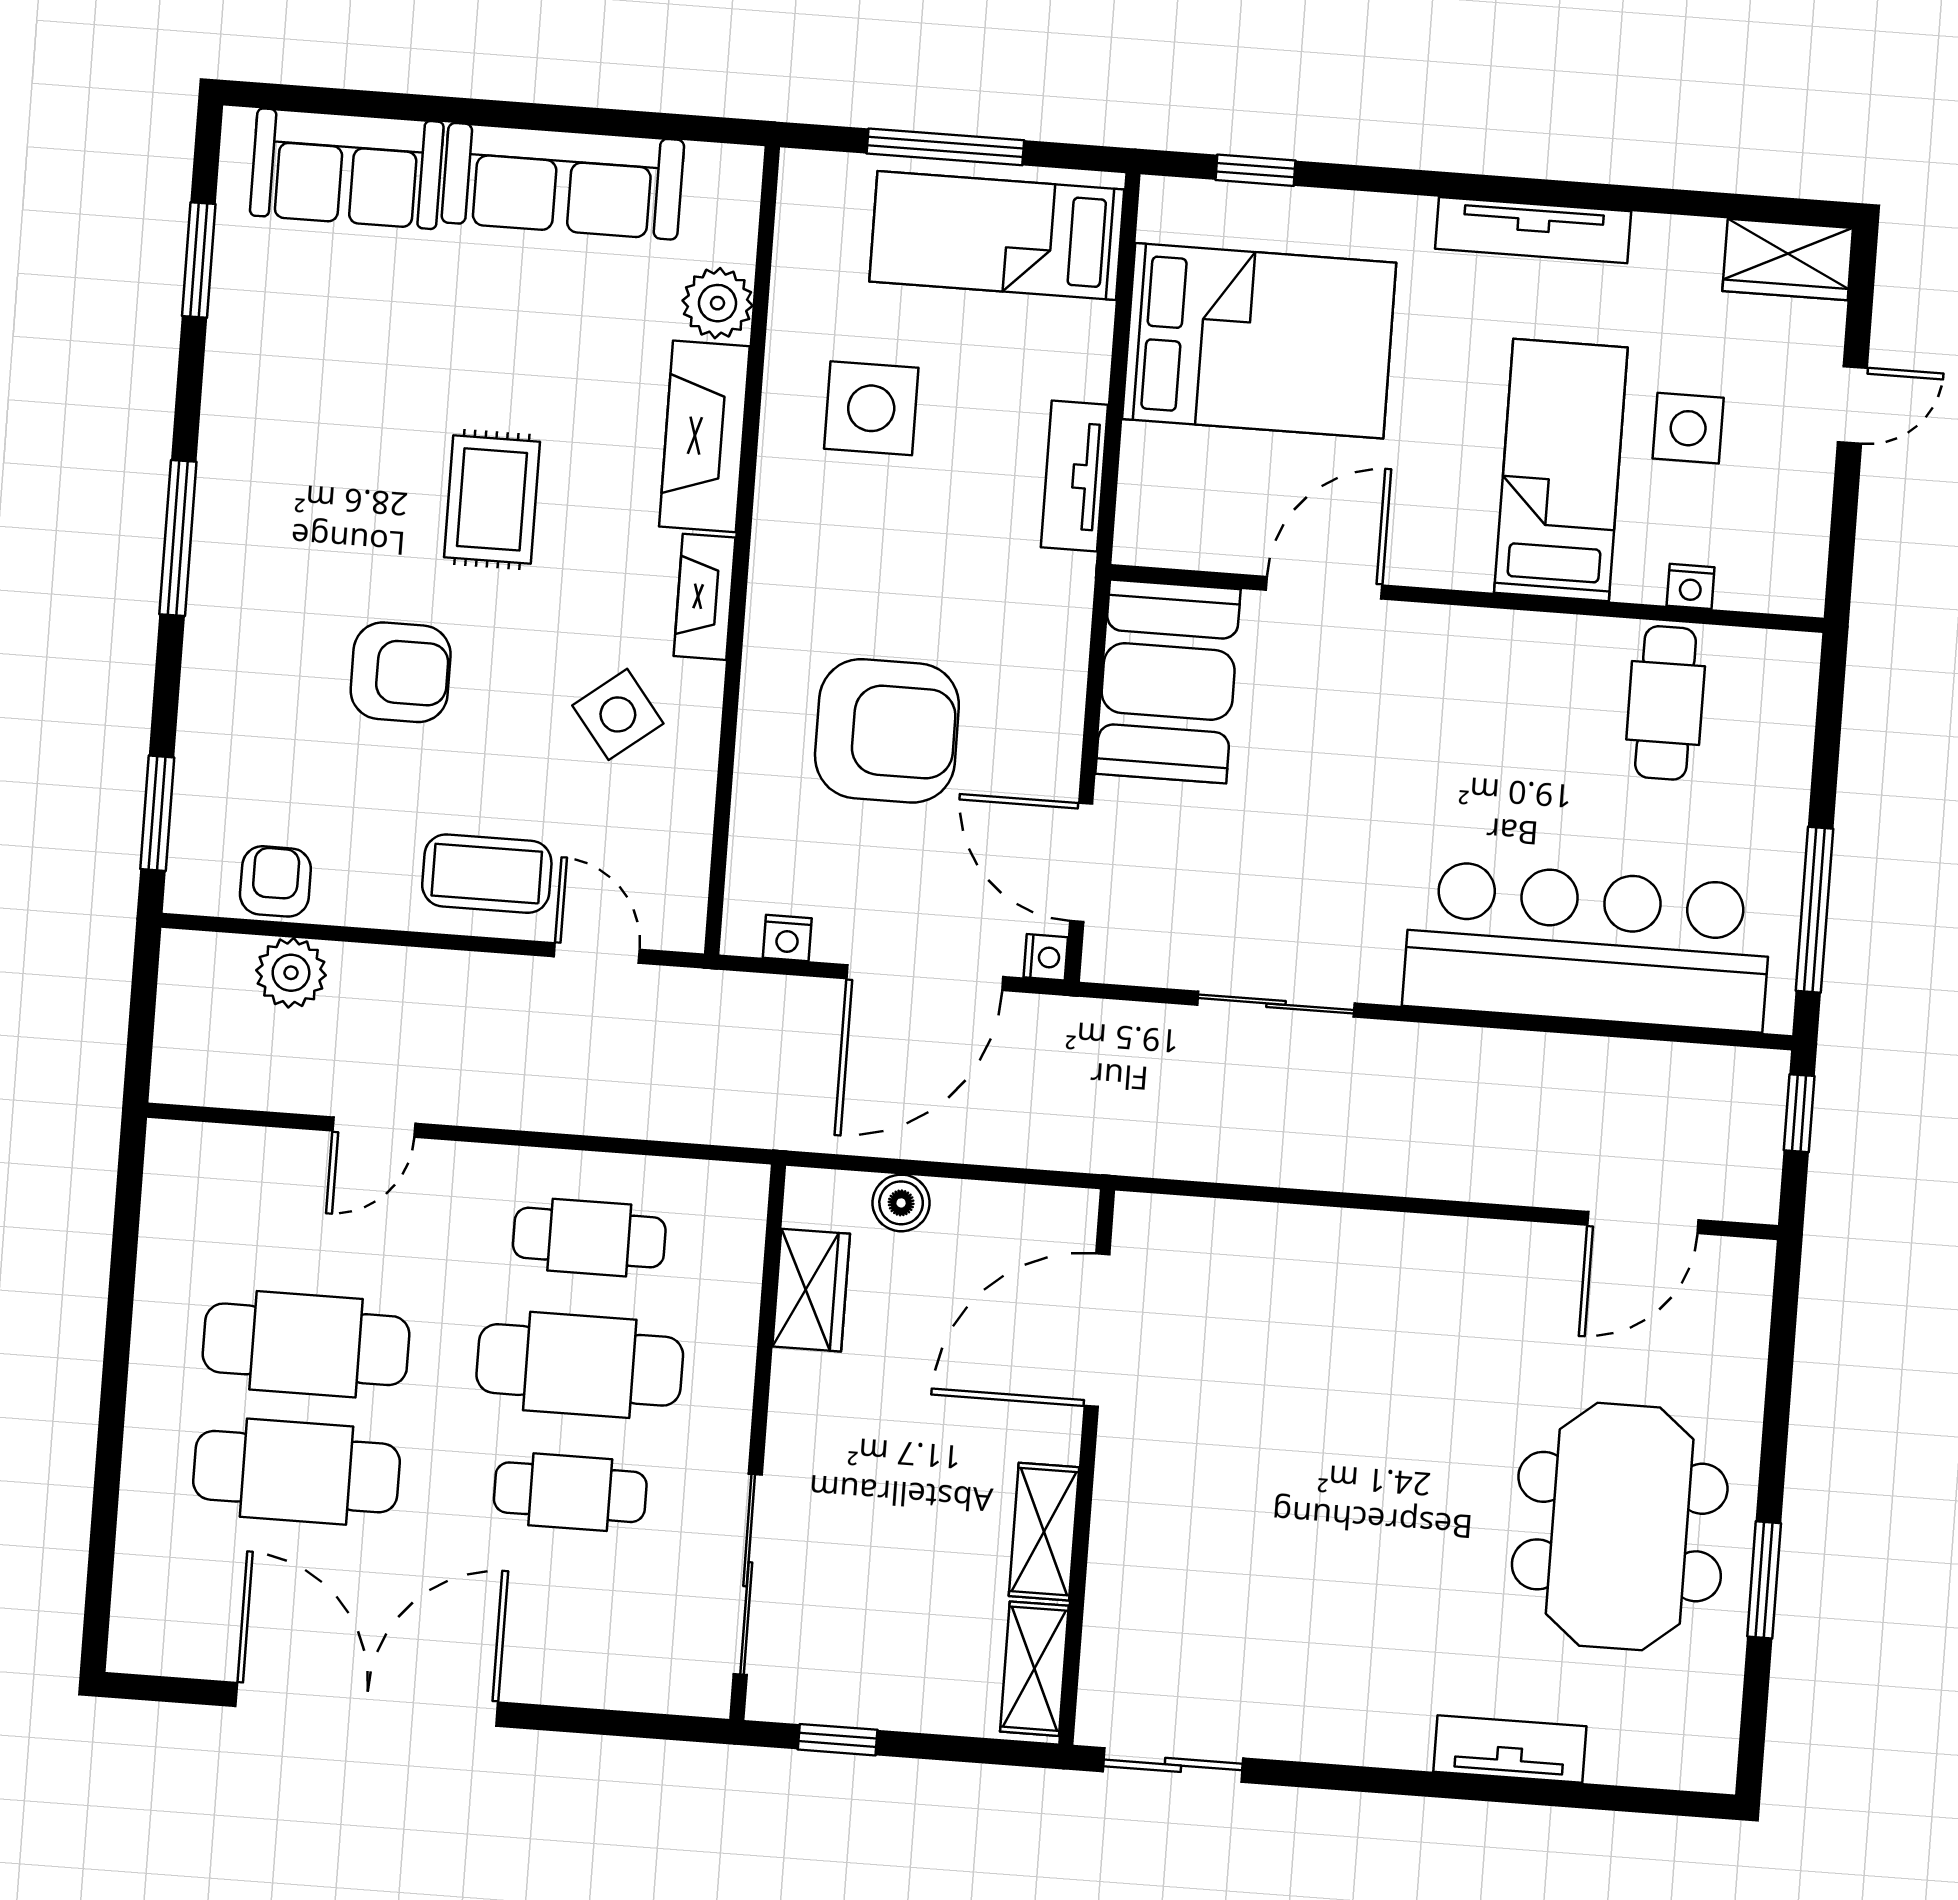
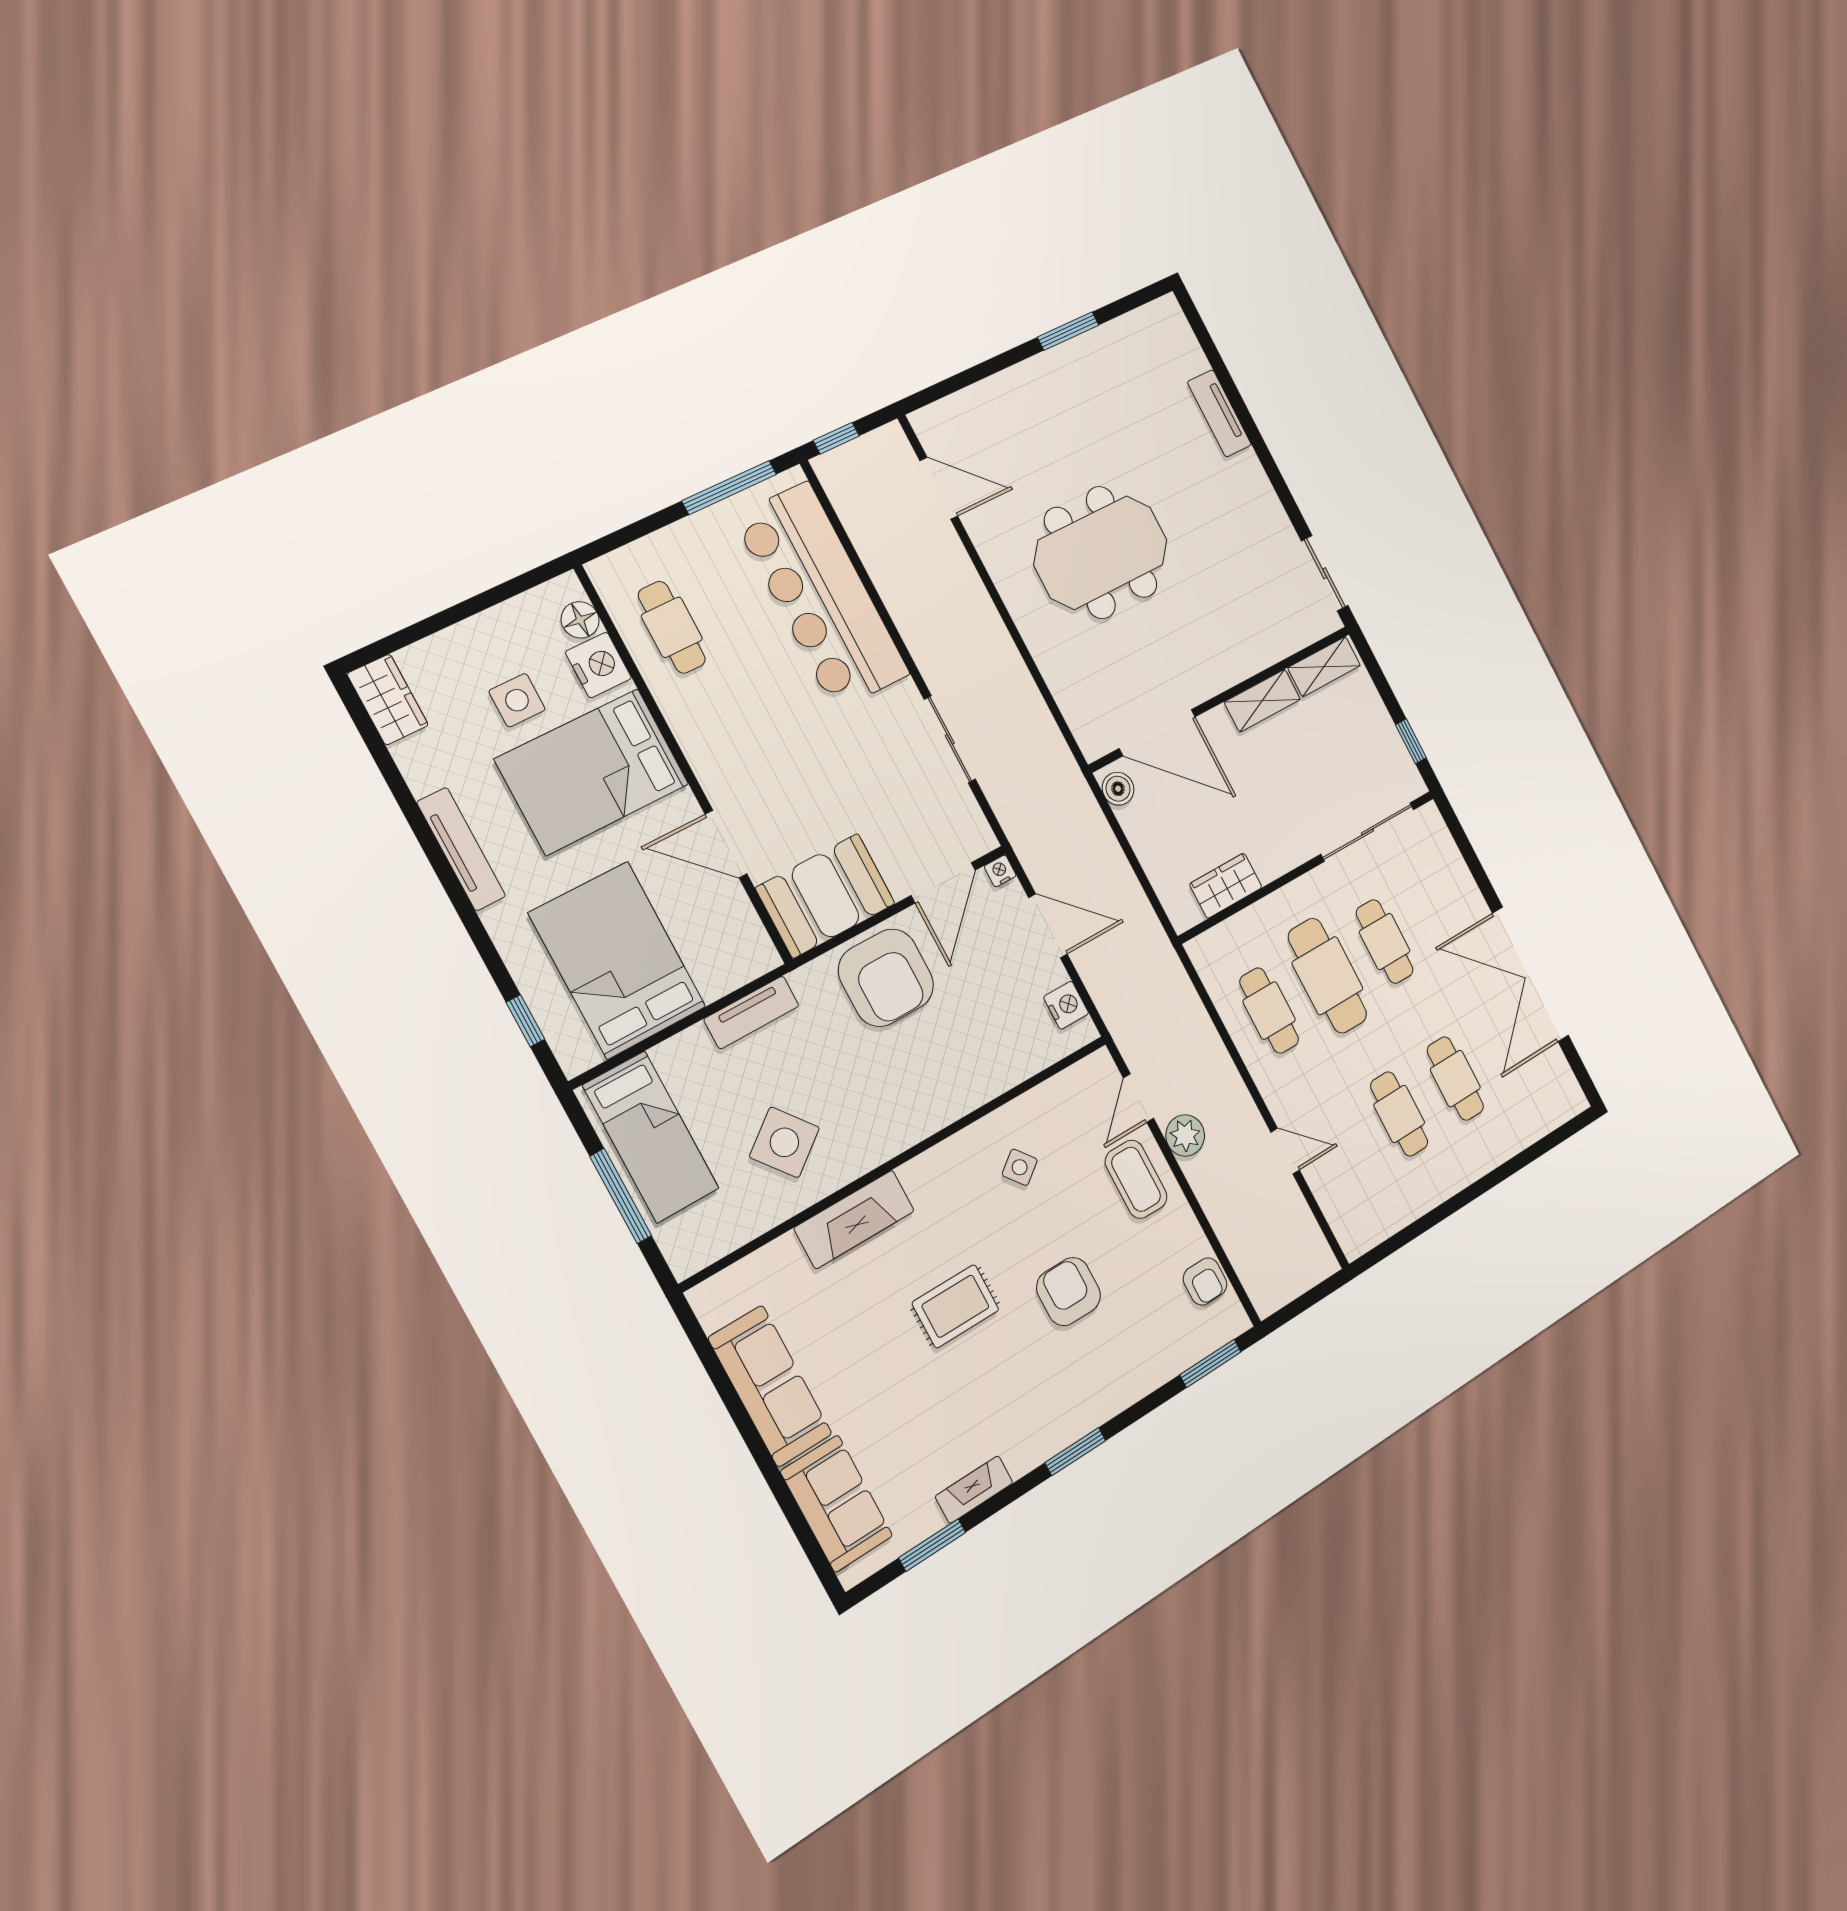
plant: (718, 303) -> (781, 1260), removed
door: (1852, 405) -> (447, 618), removed
side table: (871, 408) -> (784, 1142), turned -38
bed: (1561, 470) -> (592, 772), width x1.50
window: (178, 538) -> (1075, 1452), width x0.69
floor lamp: (1748, 582) -> (580, 620), added
nightstand: (1691, 586) -> (598, 665), width x1.89, depth x1.79
fireplace: (705, 597) -> (974, 1490), moved, turned 180
cafe table: (1666, 703) -> (672, 627), turned 90
side table: (618, 714) -> (1020, 1167), width x0.73, depth x0.73
armchair: (887, 731) -> (886, 978), moved, turned 180
armchair: (275, 881) -> (1205, 1281), turned -90
nightstand: (787, 938) -> (1066, 1005), width x1.39, depth x1.35
plant: (291, 973) -> (1185, 1135), moved
door: (925, 978) -> (1048, 926), width x0.73
boiler: (901, 1203) -> (1118, 789), moved
cafe table: (306, 1344) -> (1399, 1114), width x0.73, depth x0.74
cafe table: (296, 1472) -> (1455, 1079), width x0.73, depth x0.74
meeting table: (1620, 1527) -> (1101, 552), moved

